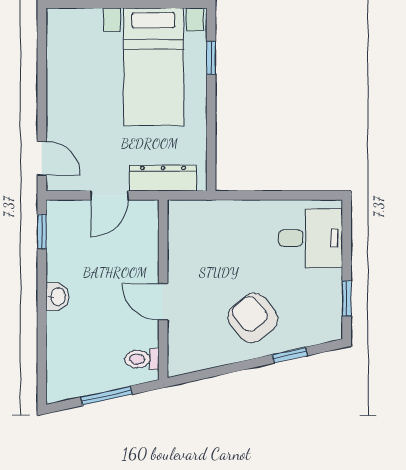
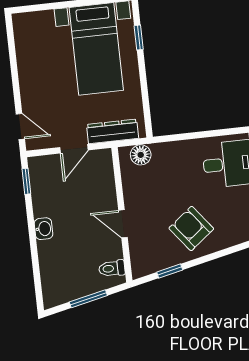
floor lamp: (197, 213) -> (141, 155), added
window: (290, 355) -> (170, 271), moved

